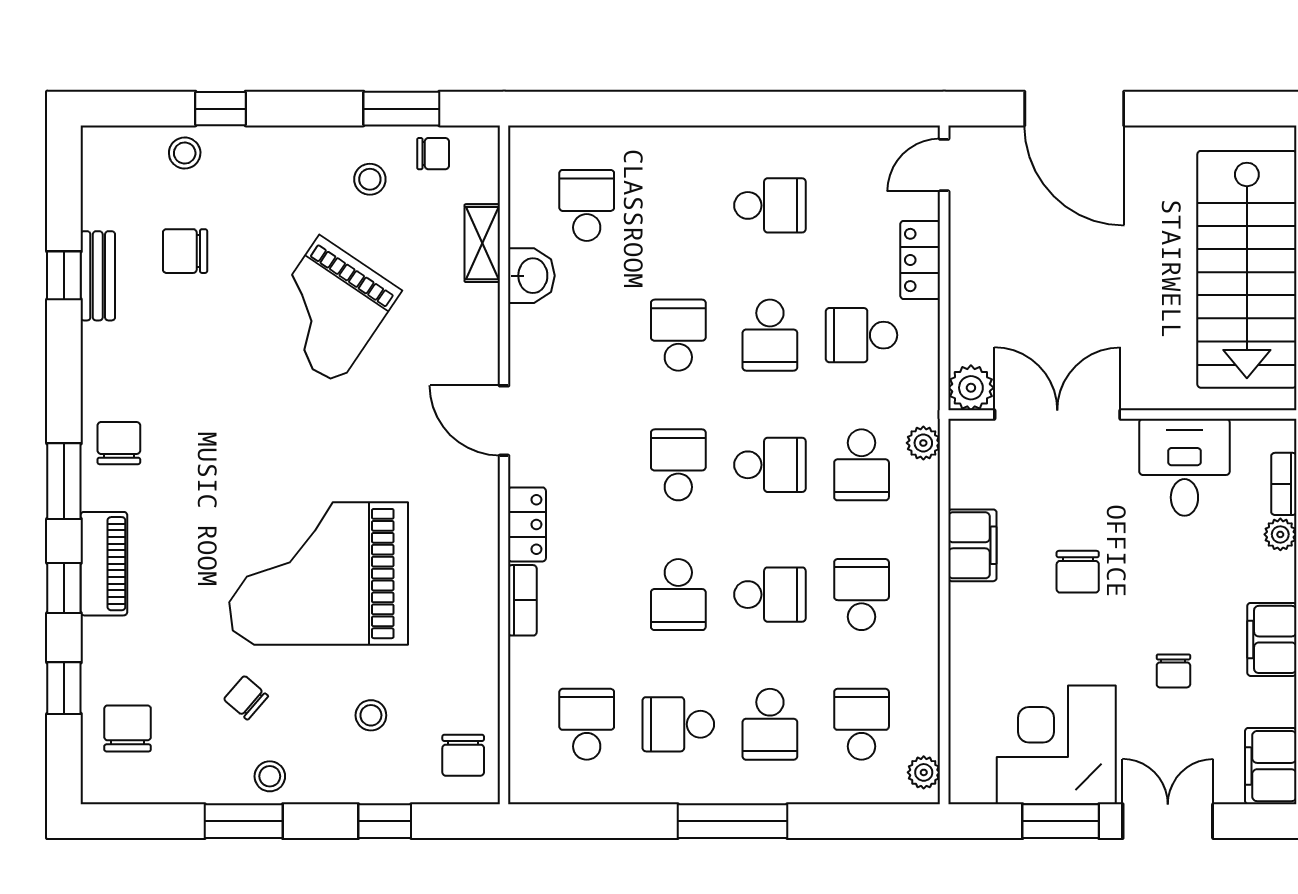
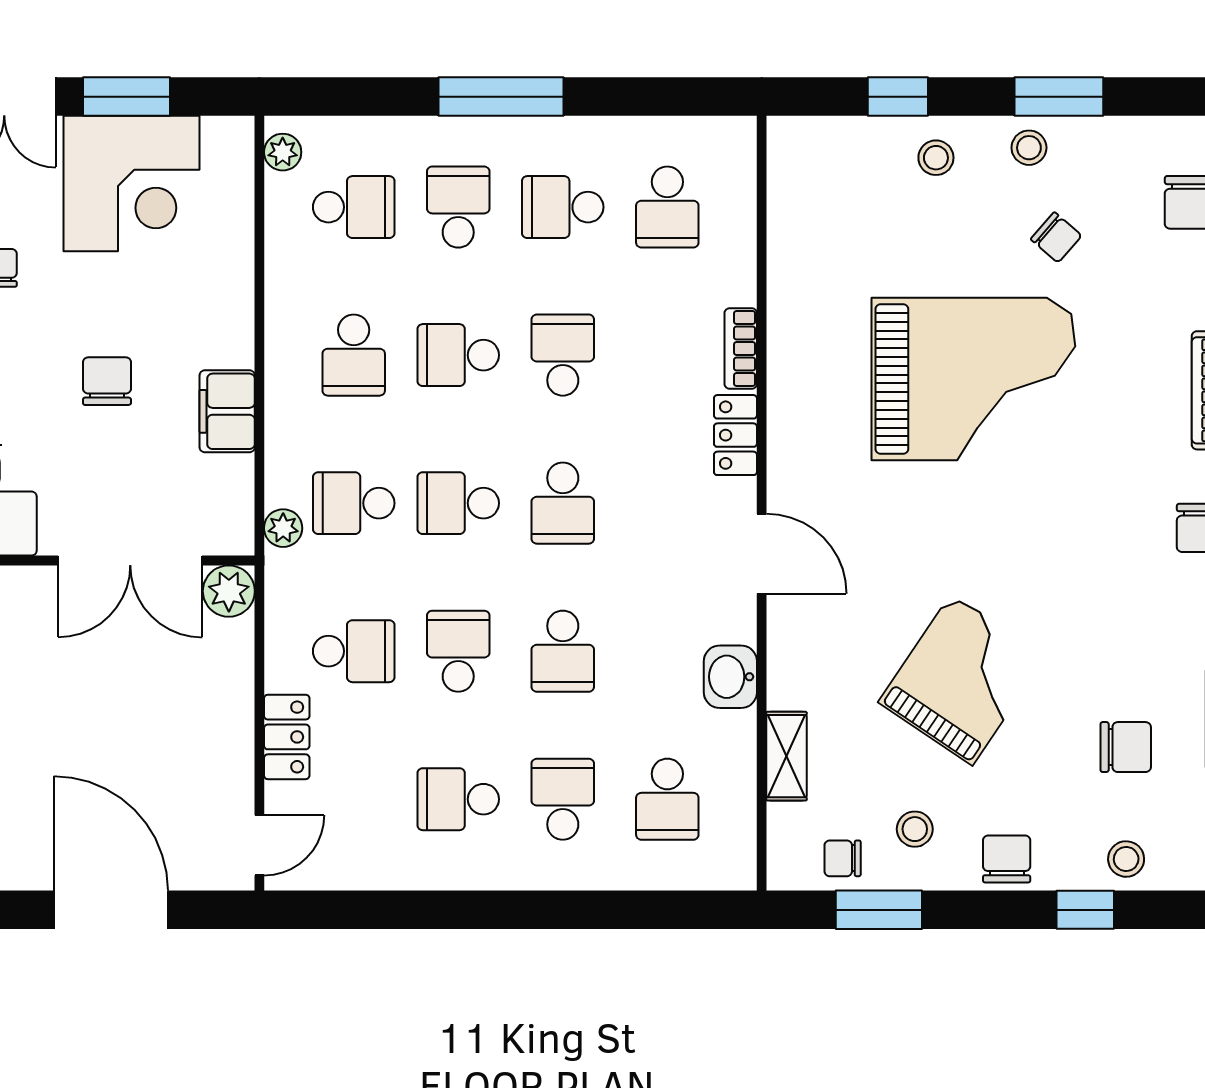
school desk: (678, 205) -> (563, 799), added
washbasin: (531, 276) -> (730, 677), moved
school desk: (862, 465) -> (354, 503), turned -90
stool: (371, 715) -> (936, 158), moved
school desk: (678, 724) -> (563, 207), turned 180
school desk: (862, 724) -> (354, 207), turned -90
chair: (463, 755) -> (1007, 859), moved

